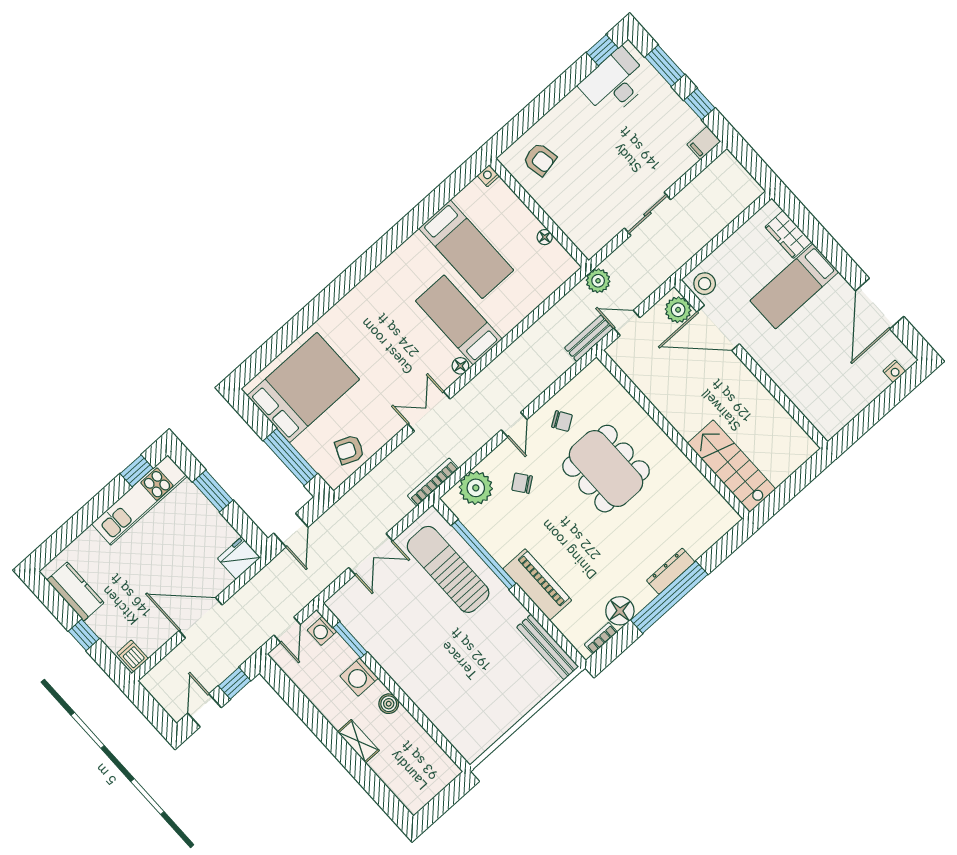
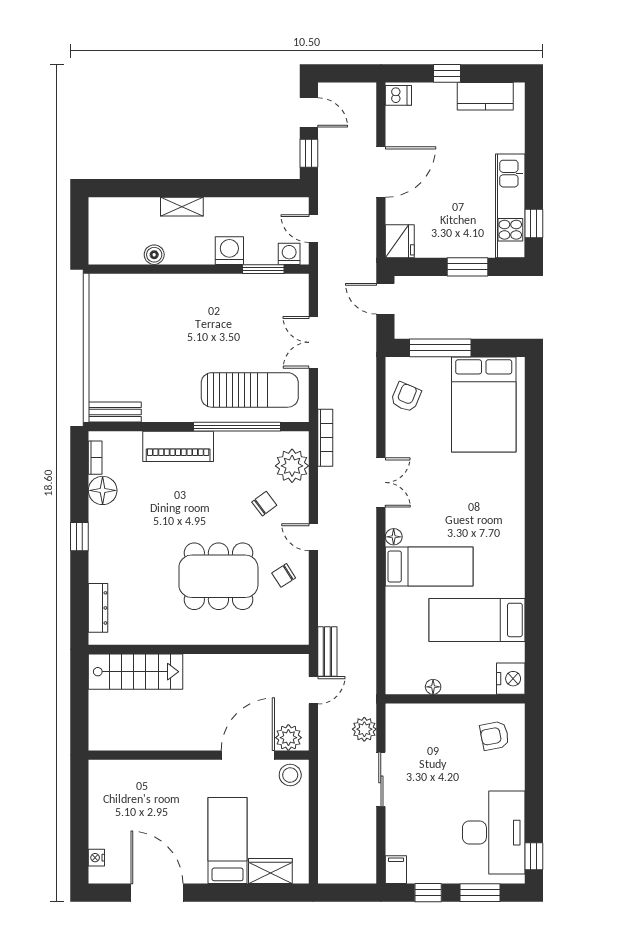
desk: (615, 83) -> (494, 833), width x1.36, depth x1.30
nightstand: (488, 176) -> (511, 679), width x1.89, depth x1.79
plant: (598, 281) -> (364, 729), moved
dresser: (671, 571) -> (98, 608), moved
window: (669, 597) -> (79, 537), width x0.32
bench: (548, 647) -> (115, 412), width x0.73
boiler: (389, 704) -> (154, 255), moved

